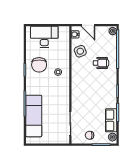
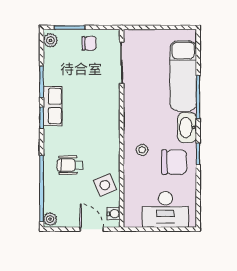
chair: (39, 65) -> (174, 162), turned 90
washbasin: (31, 85) -> (187, 128), added
row of seats: (111, 120) -> (53, 106), moved

